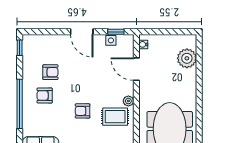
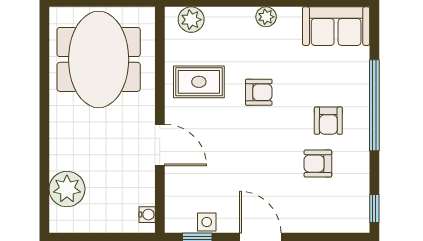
door: (136, 69) -> (160, 145), moved
armchair: (45, 95) -> (328, 121), turned 90
plant: (128, 101) -> (175, 110), removed

